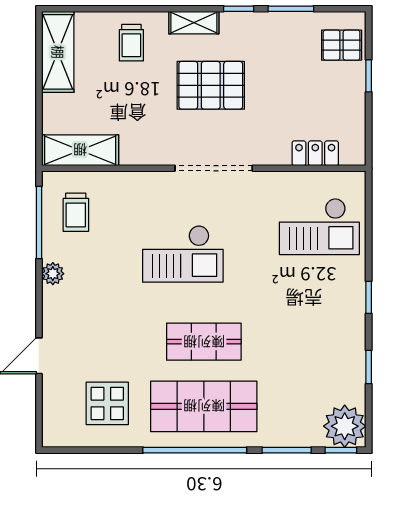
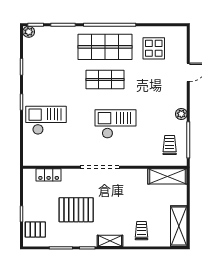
pallet: (211, 85) -> (76, 210), moved
checkout: (319, 227) -> (46, 120), moved
plant: (345, 426) -> (29, 32), width x0.53, depth x0.53

